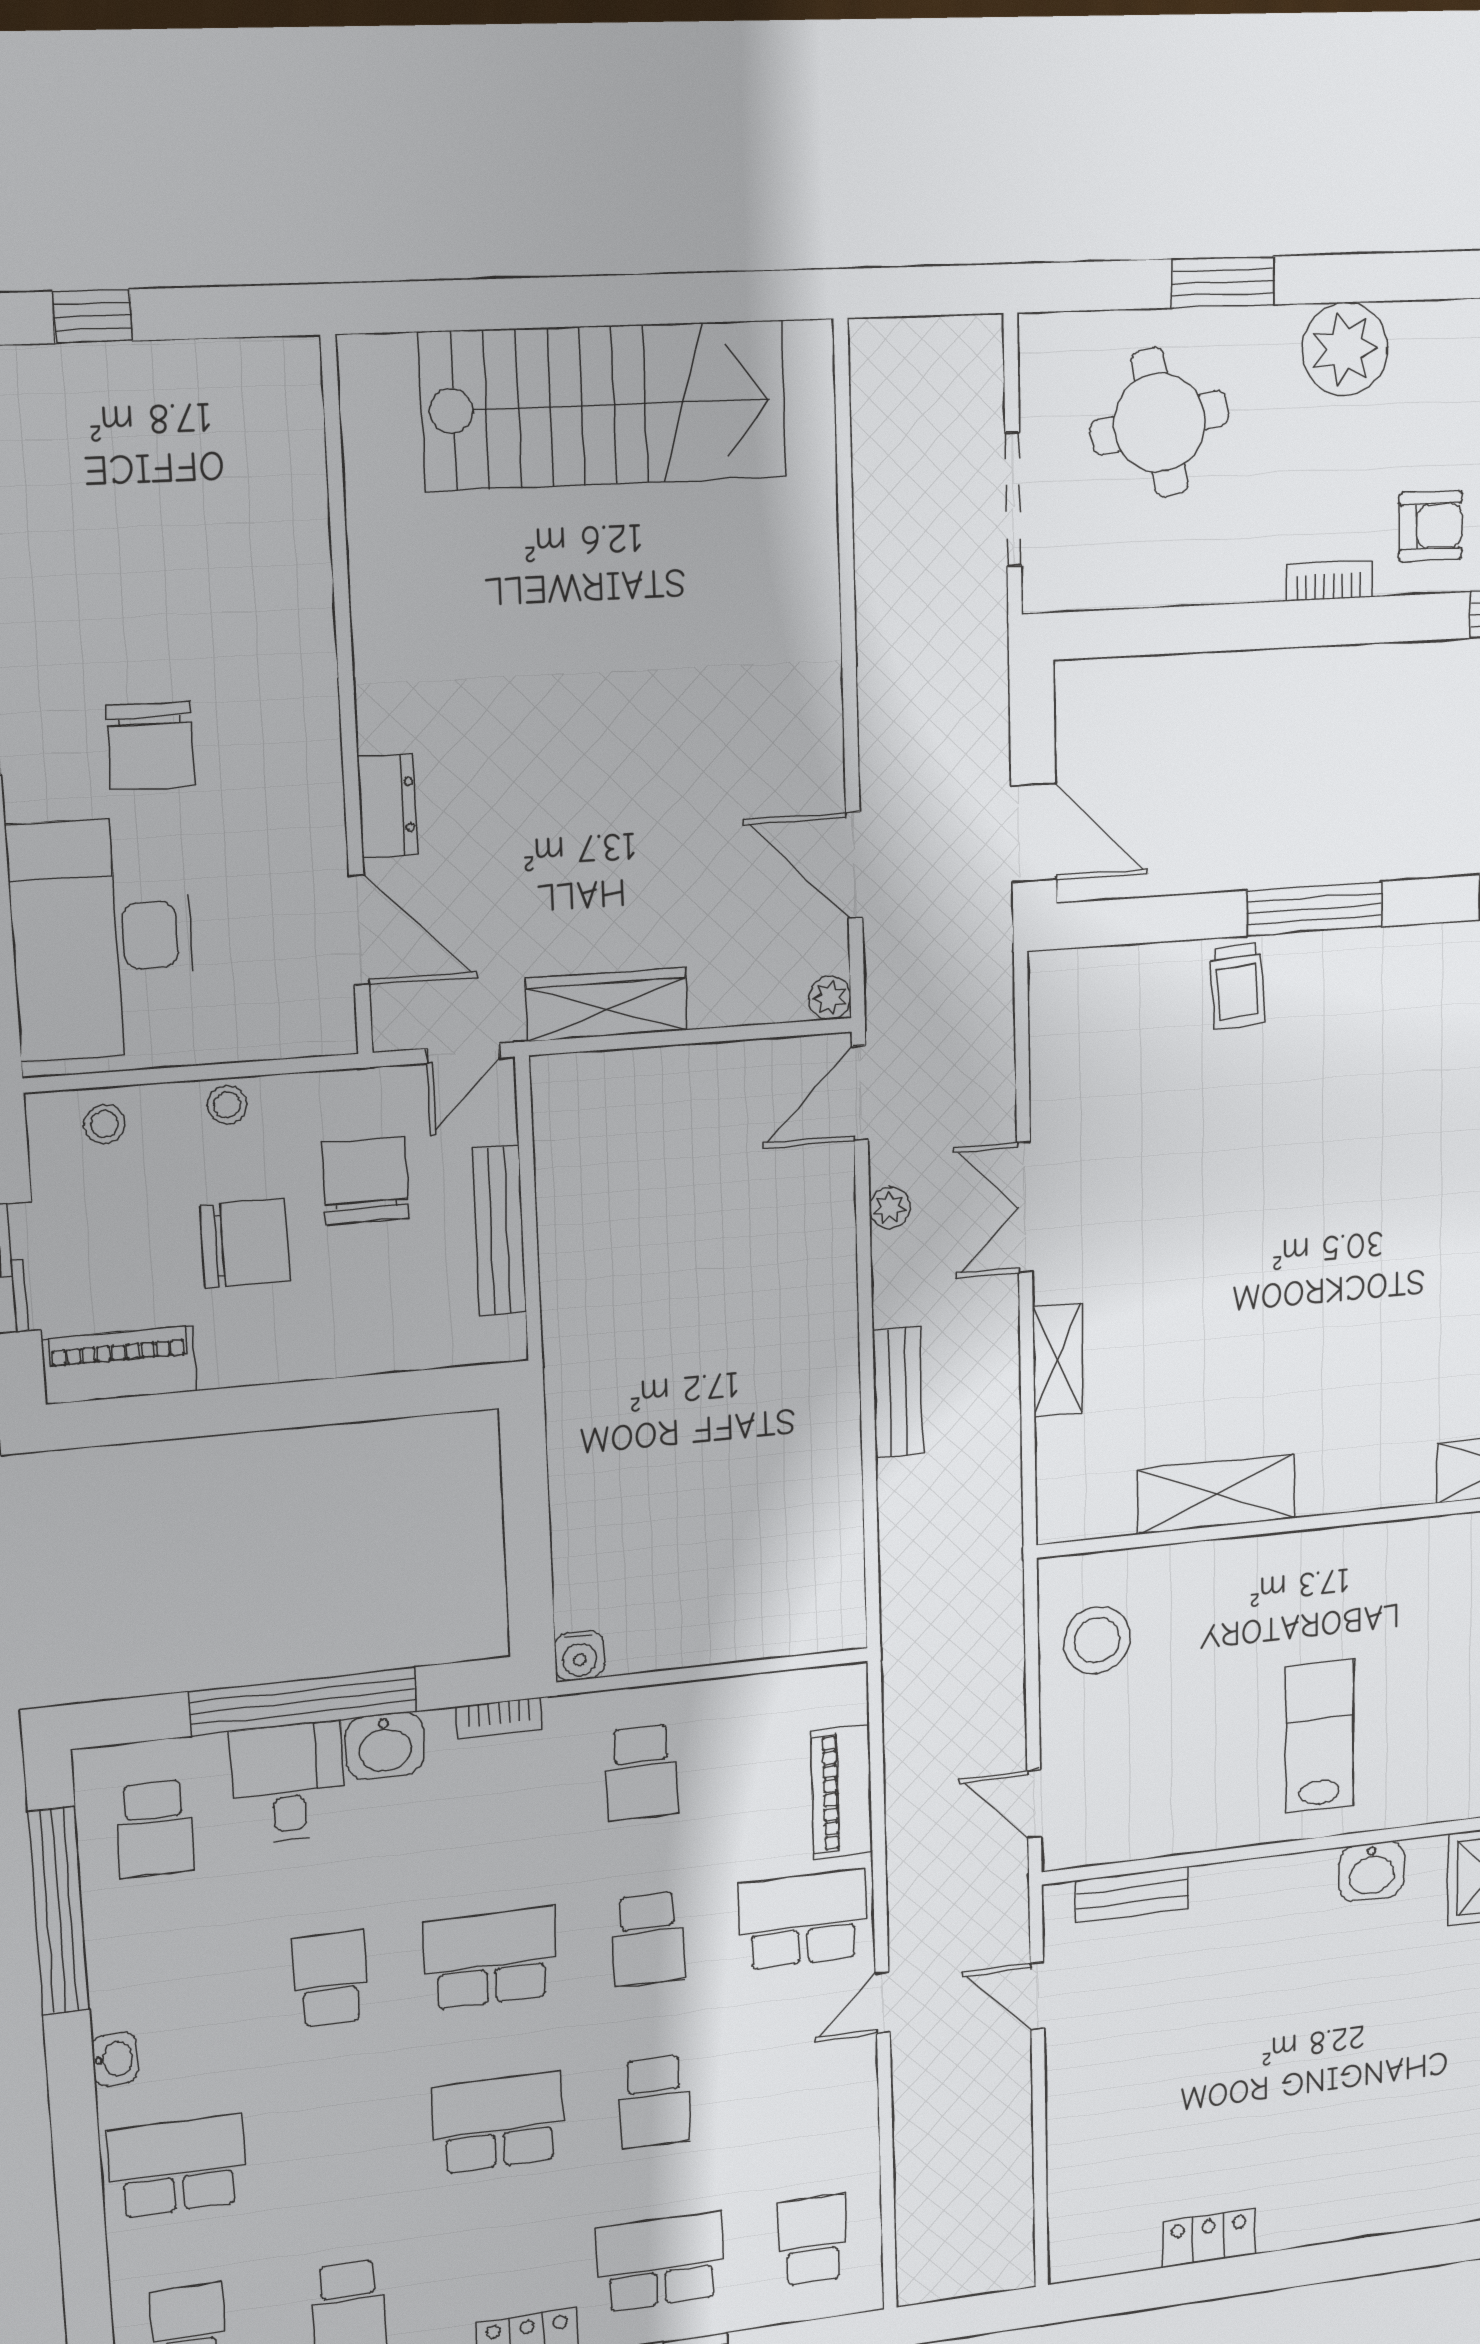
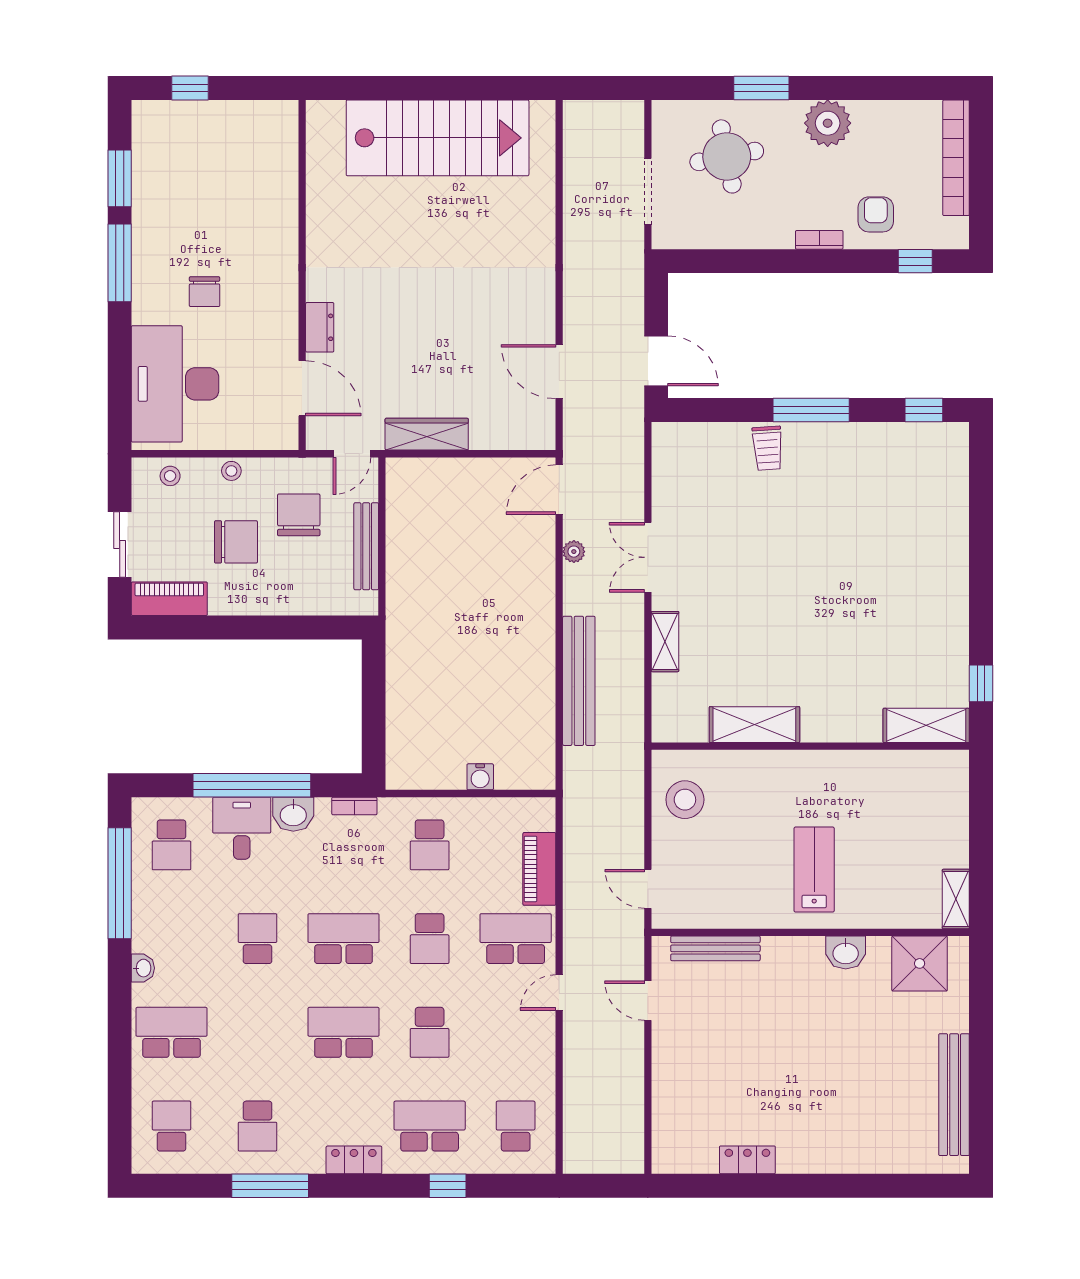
armchair: (1431, 526) -> (876, 214), turned -90
chair: (150, 746) -> (205, 292), width x0.73, depth x0.73
plant: (830, 998) -> (544, 439), removed
bench: (898, 1392) -> (579, 681), width x1.86, depth x1.21
water cooler: (579, 1656) -> (480, 777), moved
bench: (1132, 1895) -> (715, 948), width x1.36

